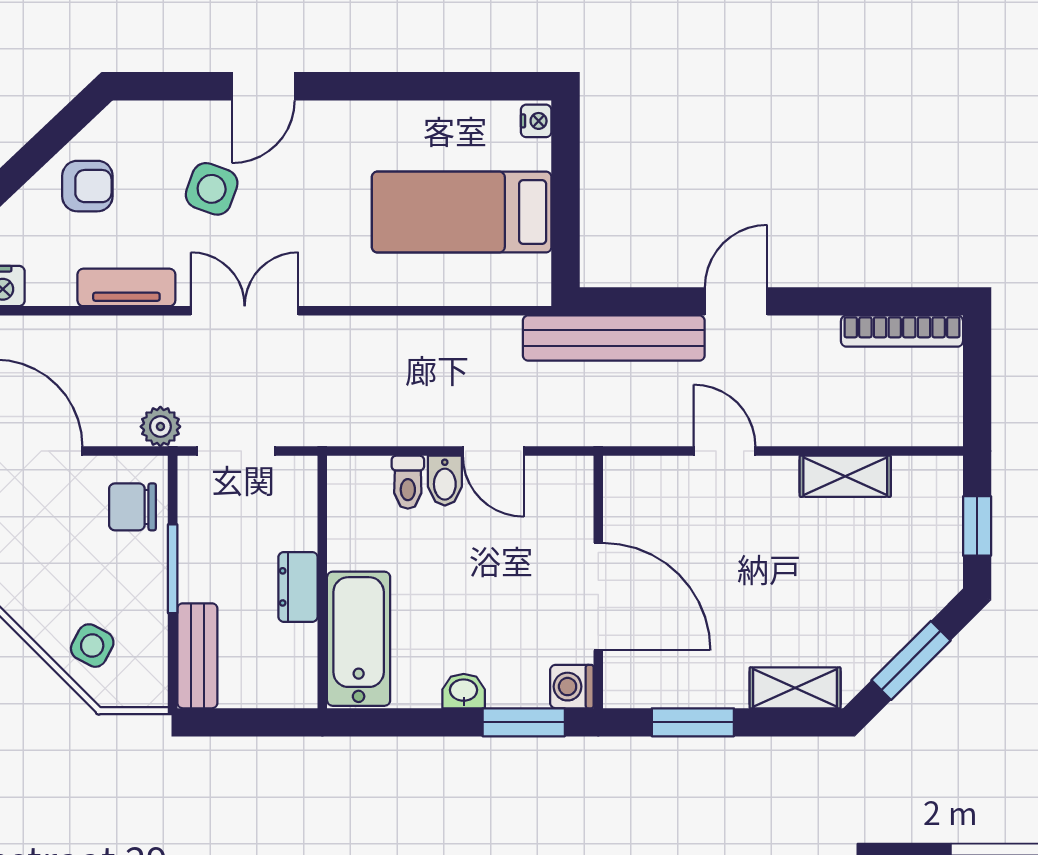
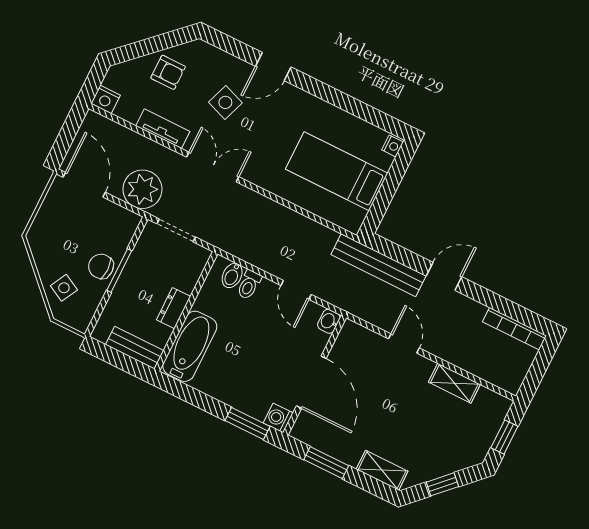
plant: (160, 427) -> (142, 189), width x1.87, depth x1.87
bidet: (445, 481) -> (232, 275), moved
chair: (133, 507) -> (101, 266), moved
bench: (197, 656) -> (134, 348), moved, turned 90
window: (911, 660) -> (442, 484), width x0.67
washbasin: (464, 691) -> (329, 321), moved, turned -90

